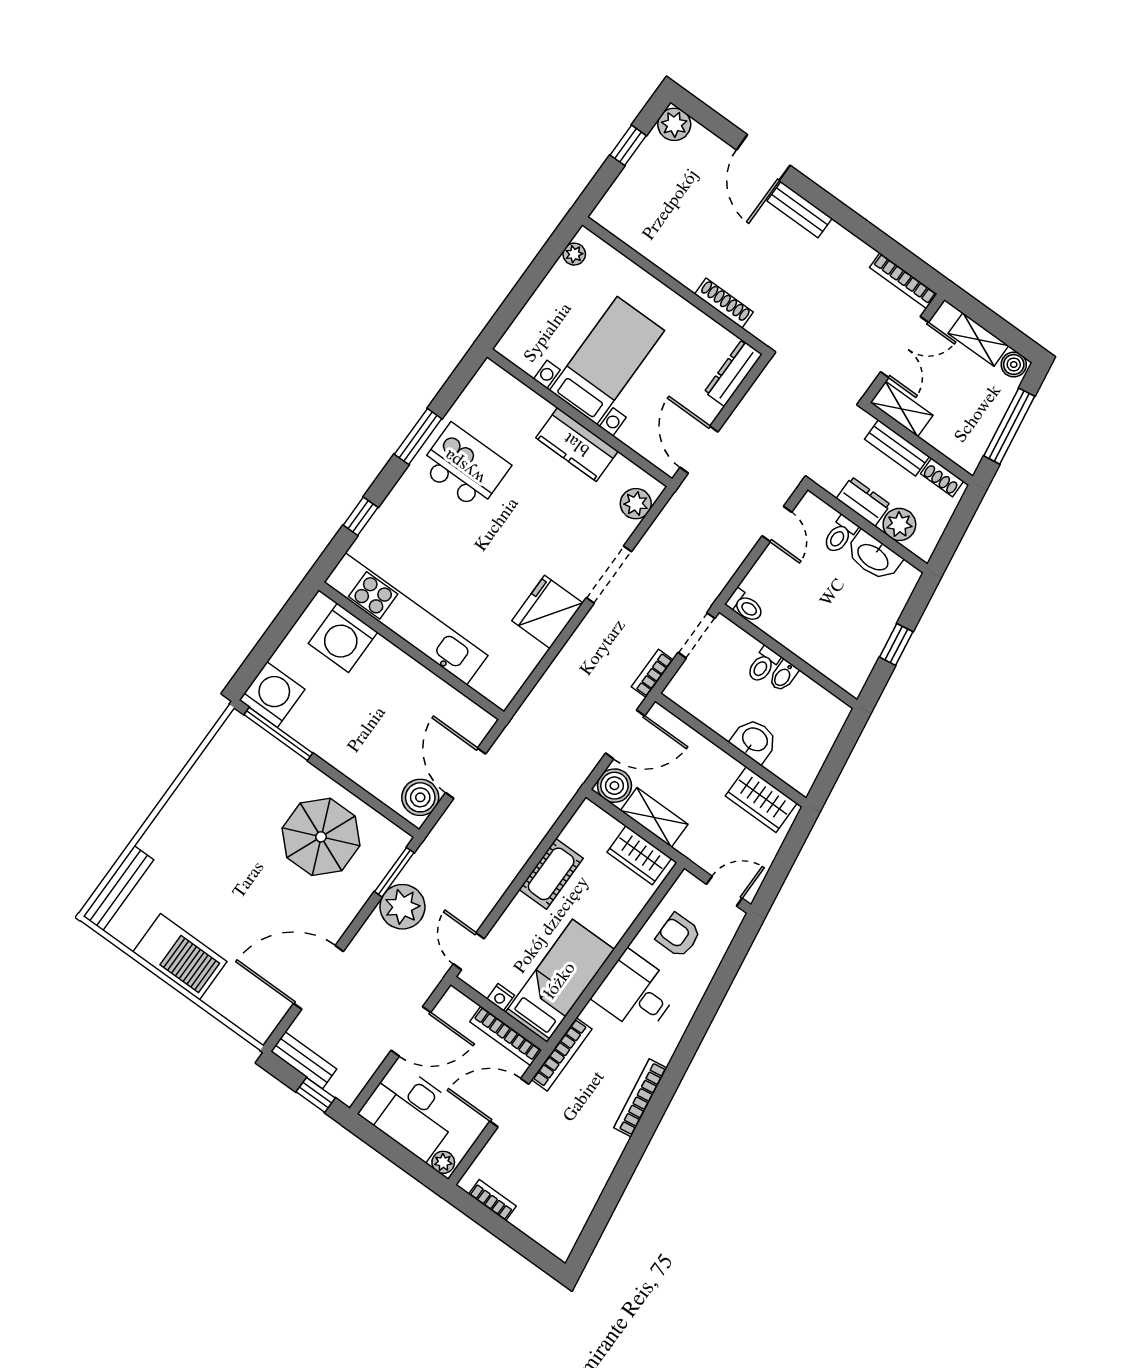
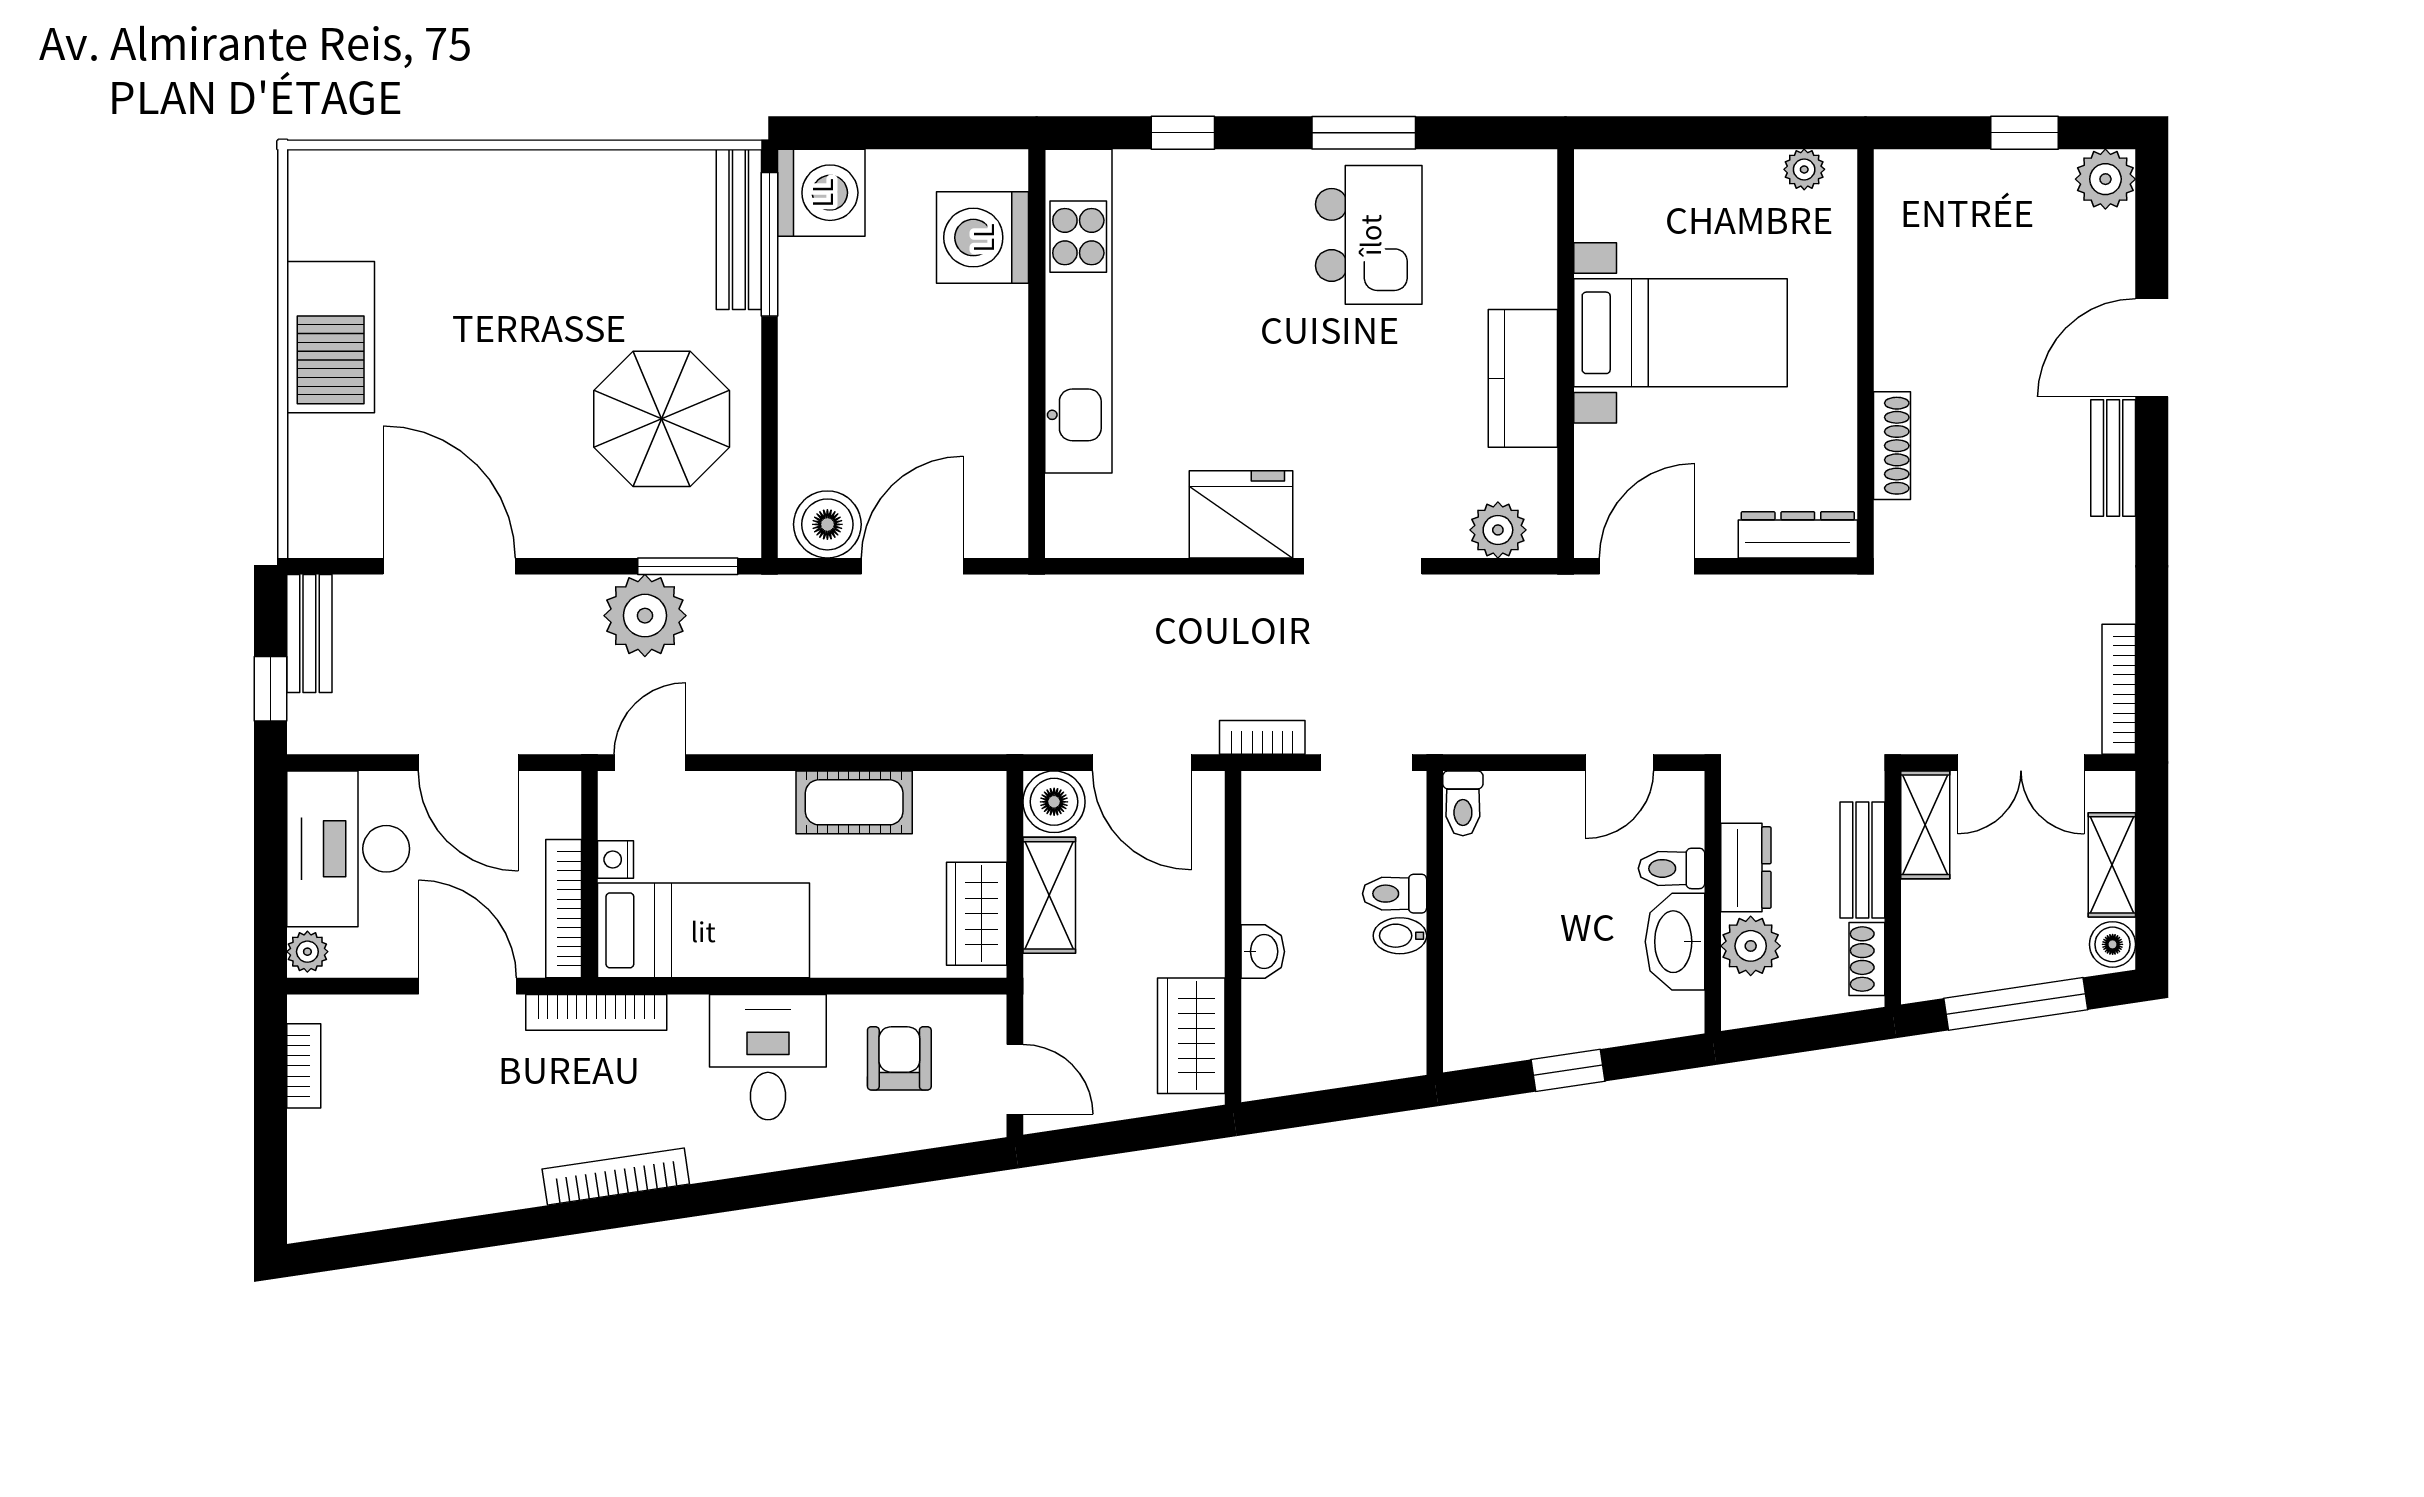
washbasin: (754, 740) -> (1263, 952), width x0.72, depth x0.69
bench: (118, 888) -> (739, 229), moved, turned 90

